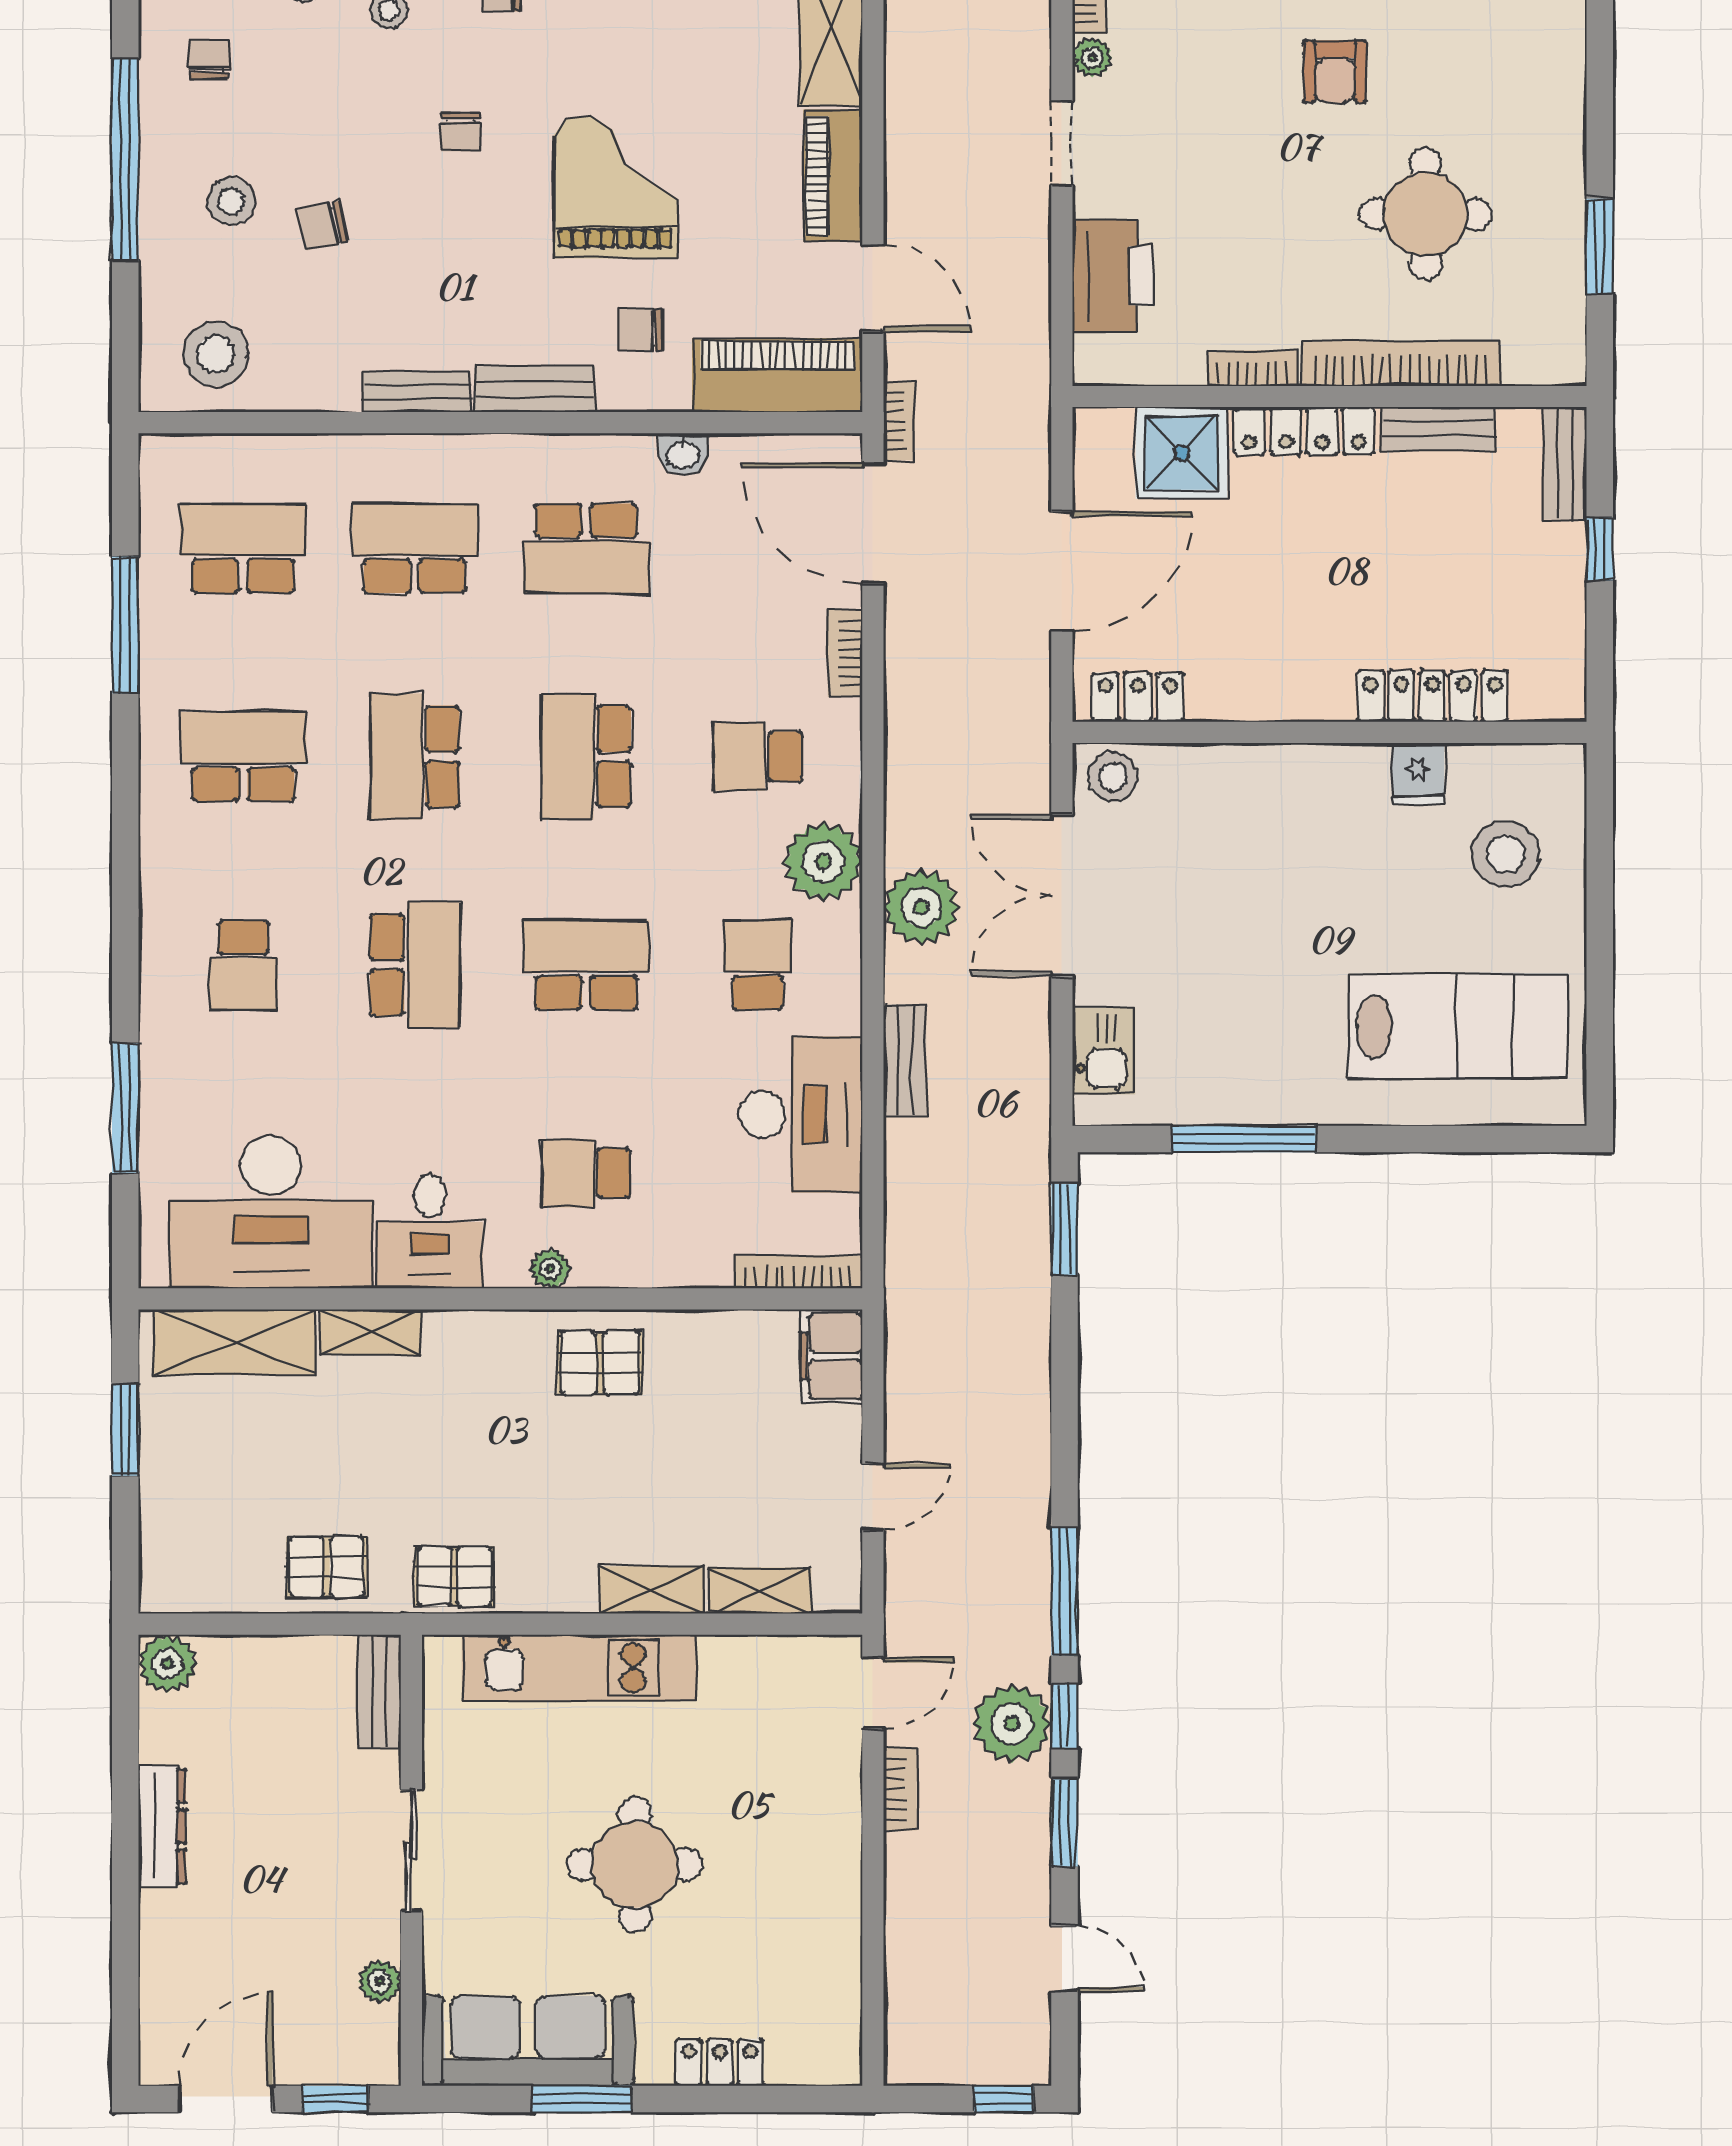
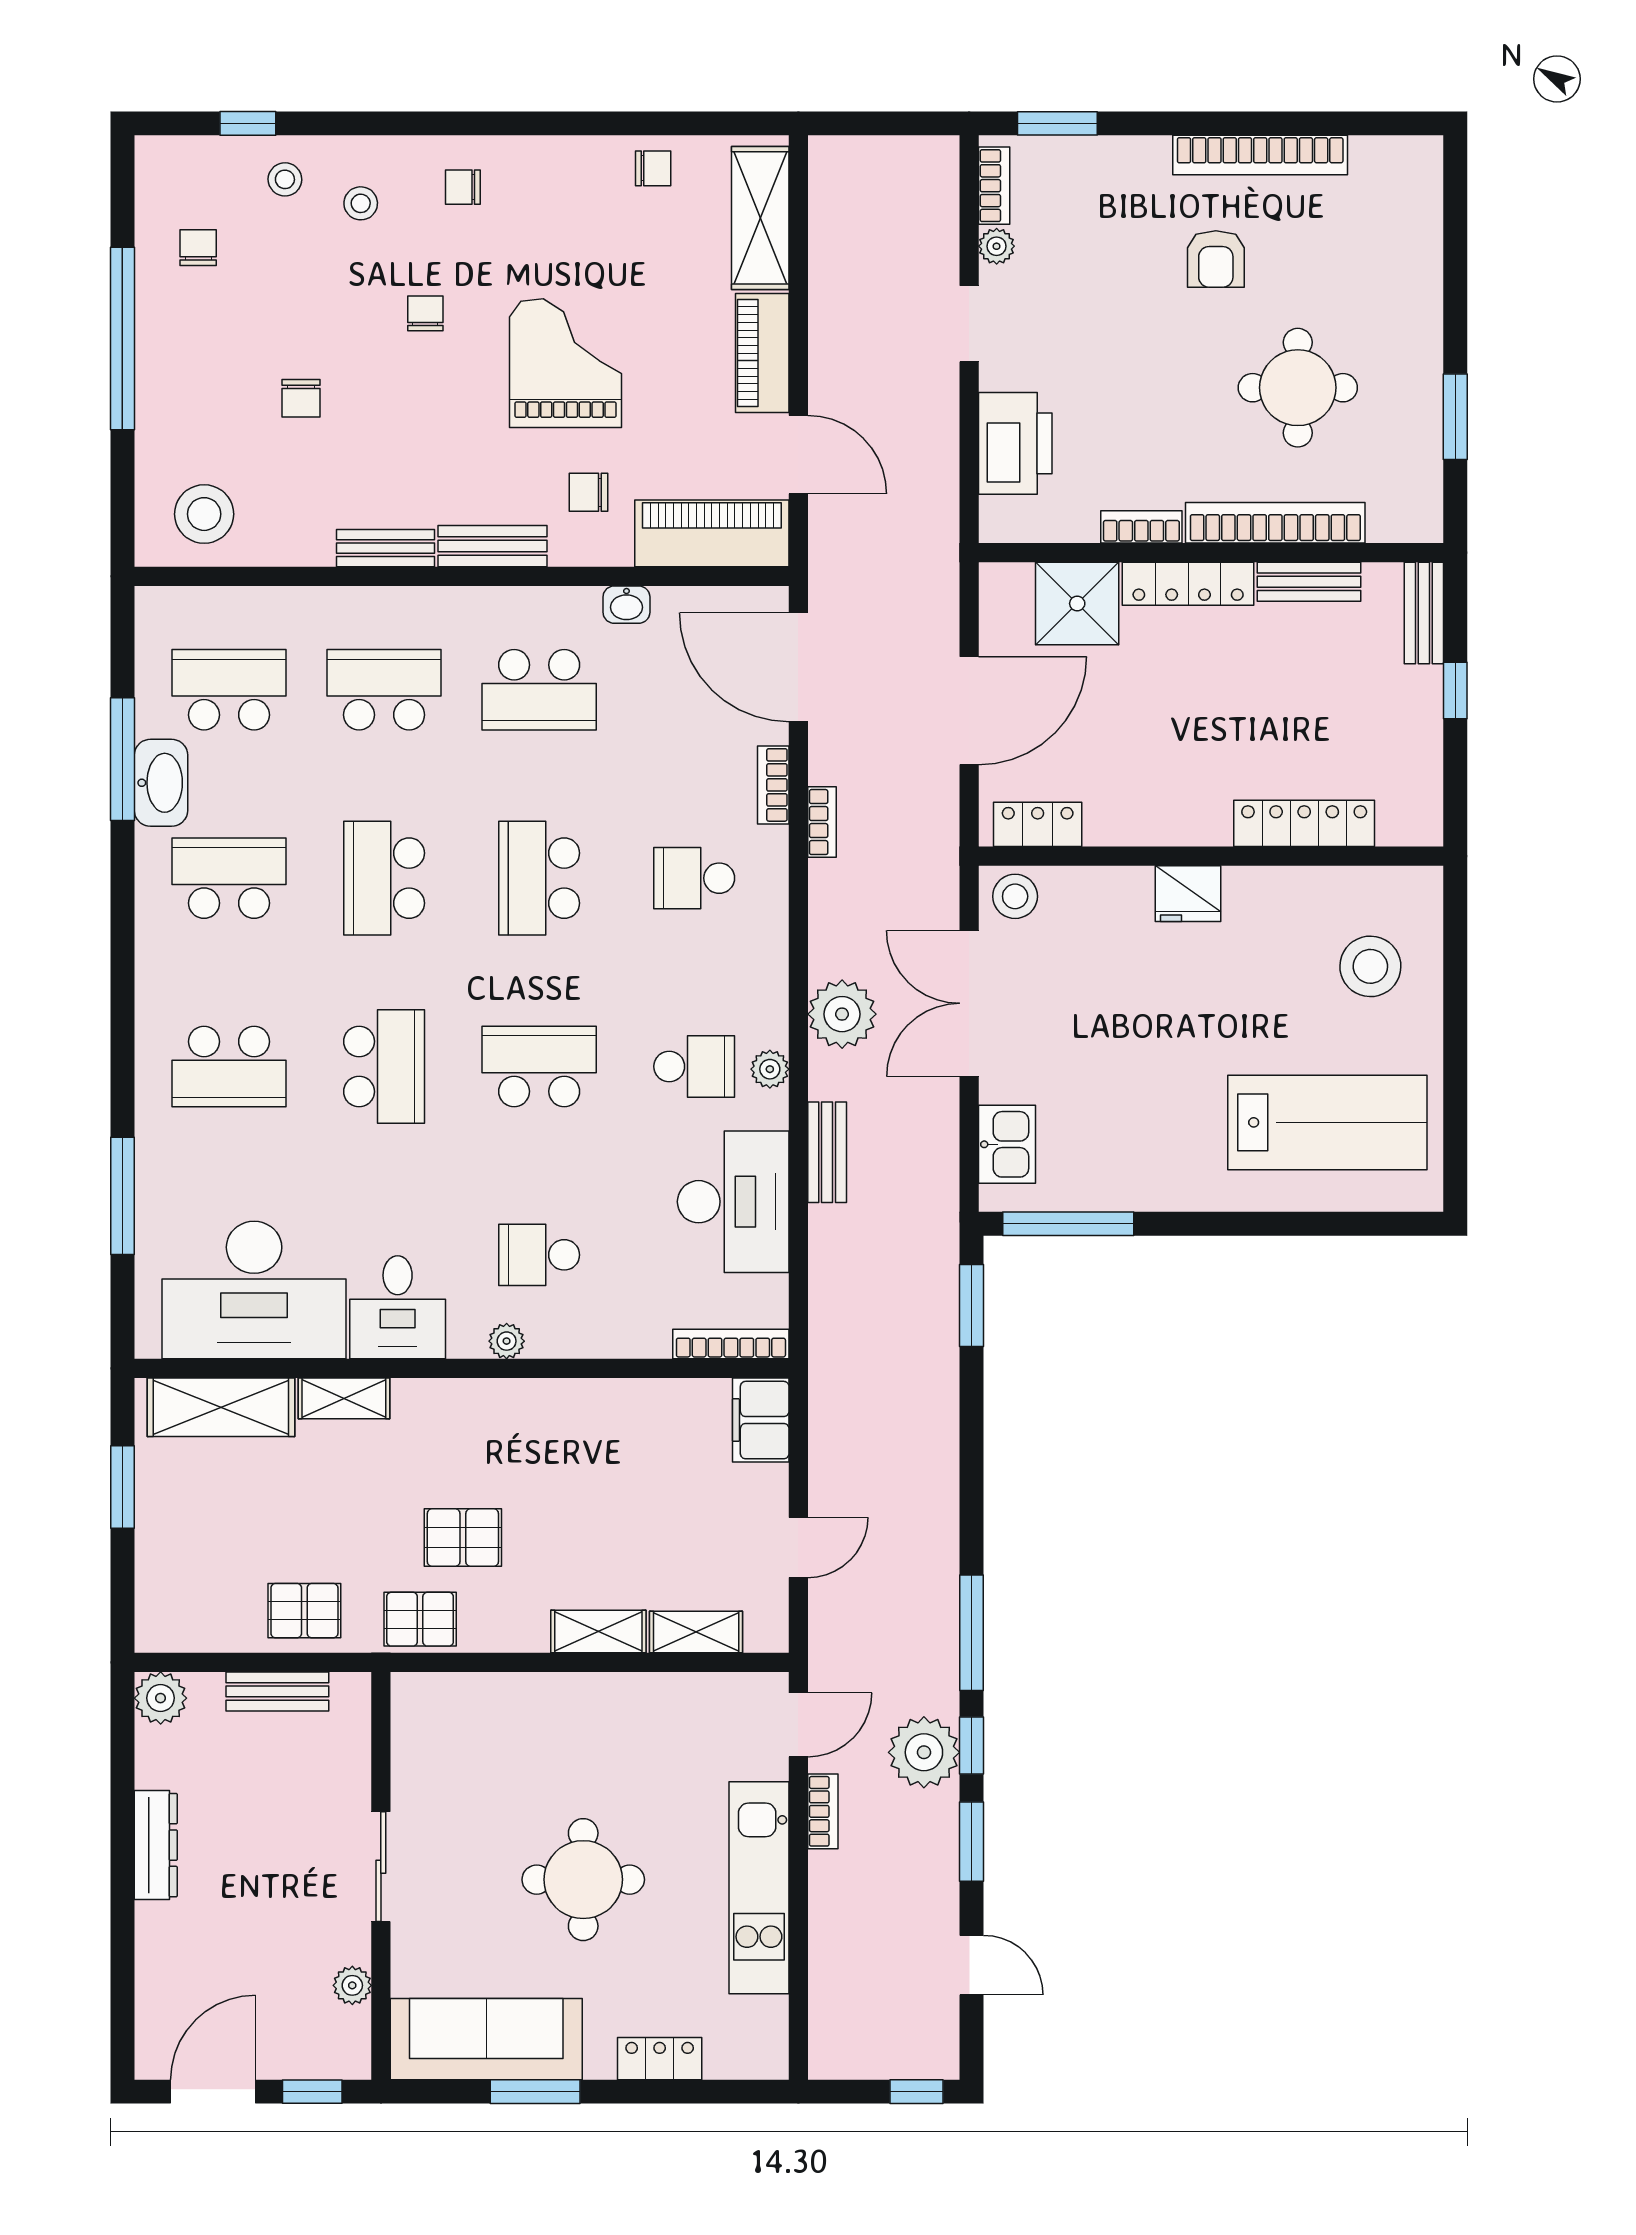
chair: (460, 132) -> (425, 313), turned 180
stool: (231, 201) -> (218, 376), removed
chair: (323, 226) -> (301, 398), turned -78
bookcase: (899, 421) -> (822, 822), moved
washbasin: (168, 651) -> (161, 783), added
fridge: (1418, 774) -> (1188, 894), moved, width x1.38
plant: (823, 862) -> (770, 1069), moved, width x0.53, depth x0.53
school desk: (243, 965) -> (229, 1066), width x1.85
school desk: (758, 965) -> (694, 1066), turned 90
window: (1244, 1139) -> (1068, 1224), moved
pallet: (600, 1363) -> (463, 1538), moved
kitchen unit: (579, 1668) -> (759, 1888), moved, turned 90
bench: (379, 1691) -> (277, 1691), moved, turned 90

